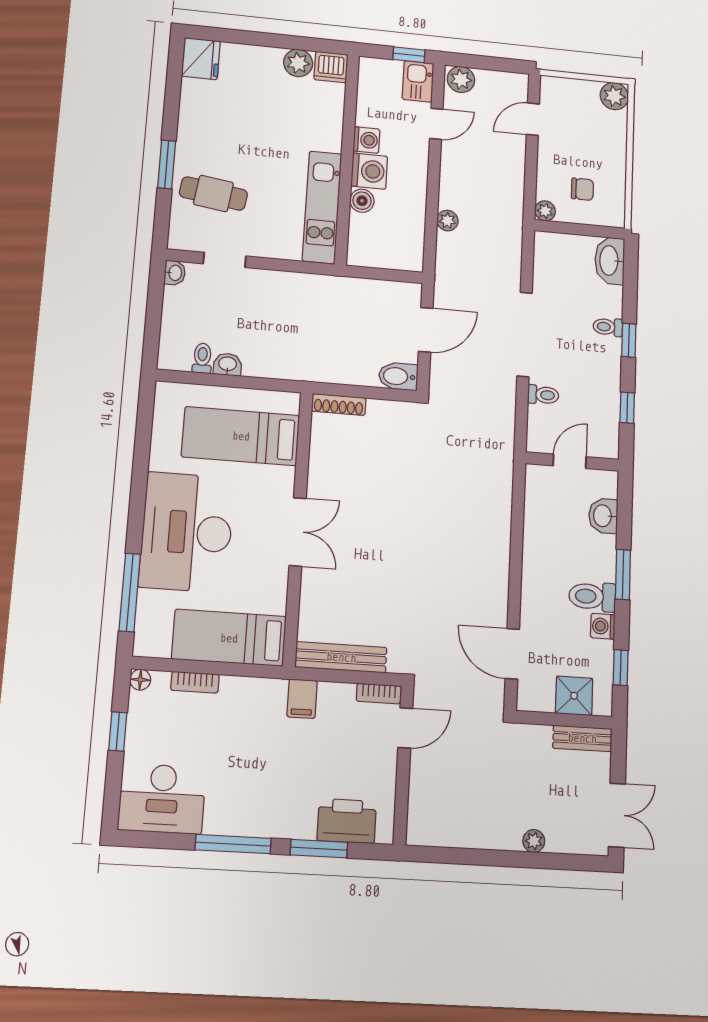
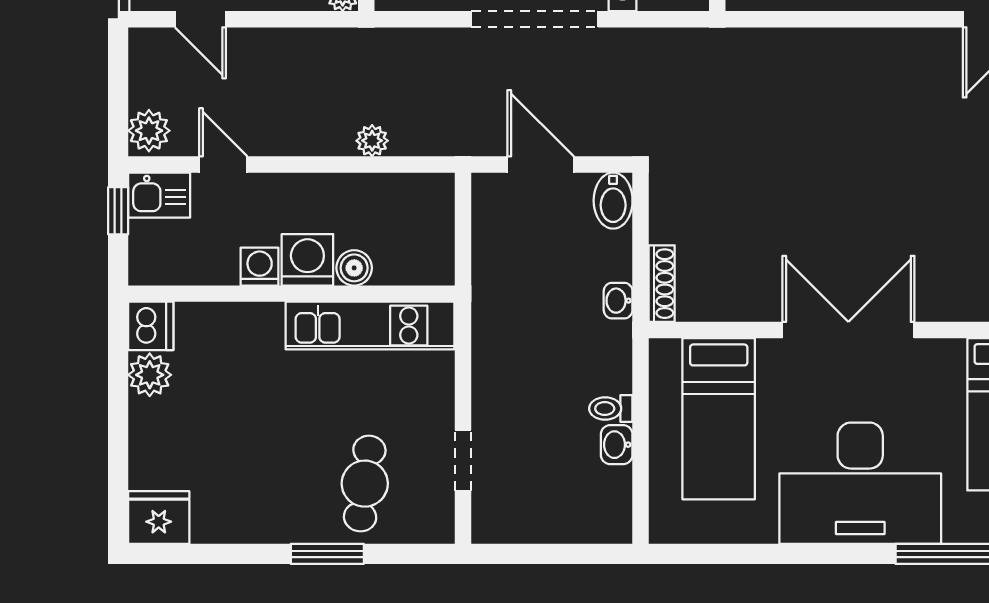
washbasin: (175, 273) -> (618, 301), moved, turned -90
toilet: (202, 358) -> (611, 409), moved
double door: (298, 532) -> (848, 330), width x1.37

